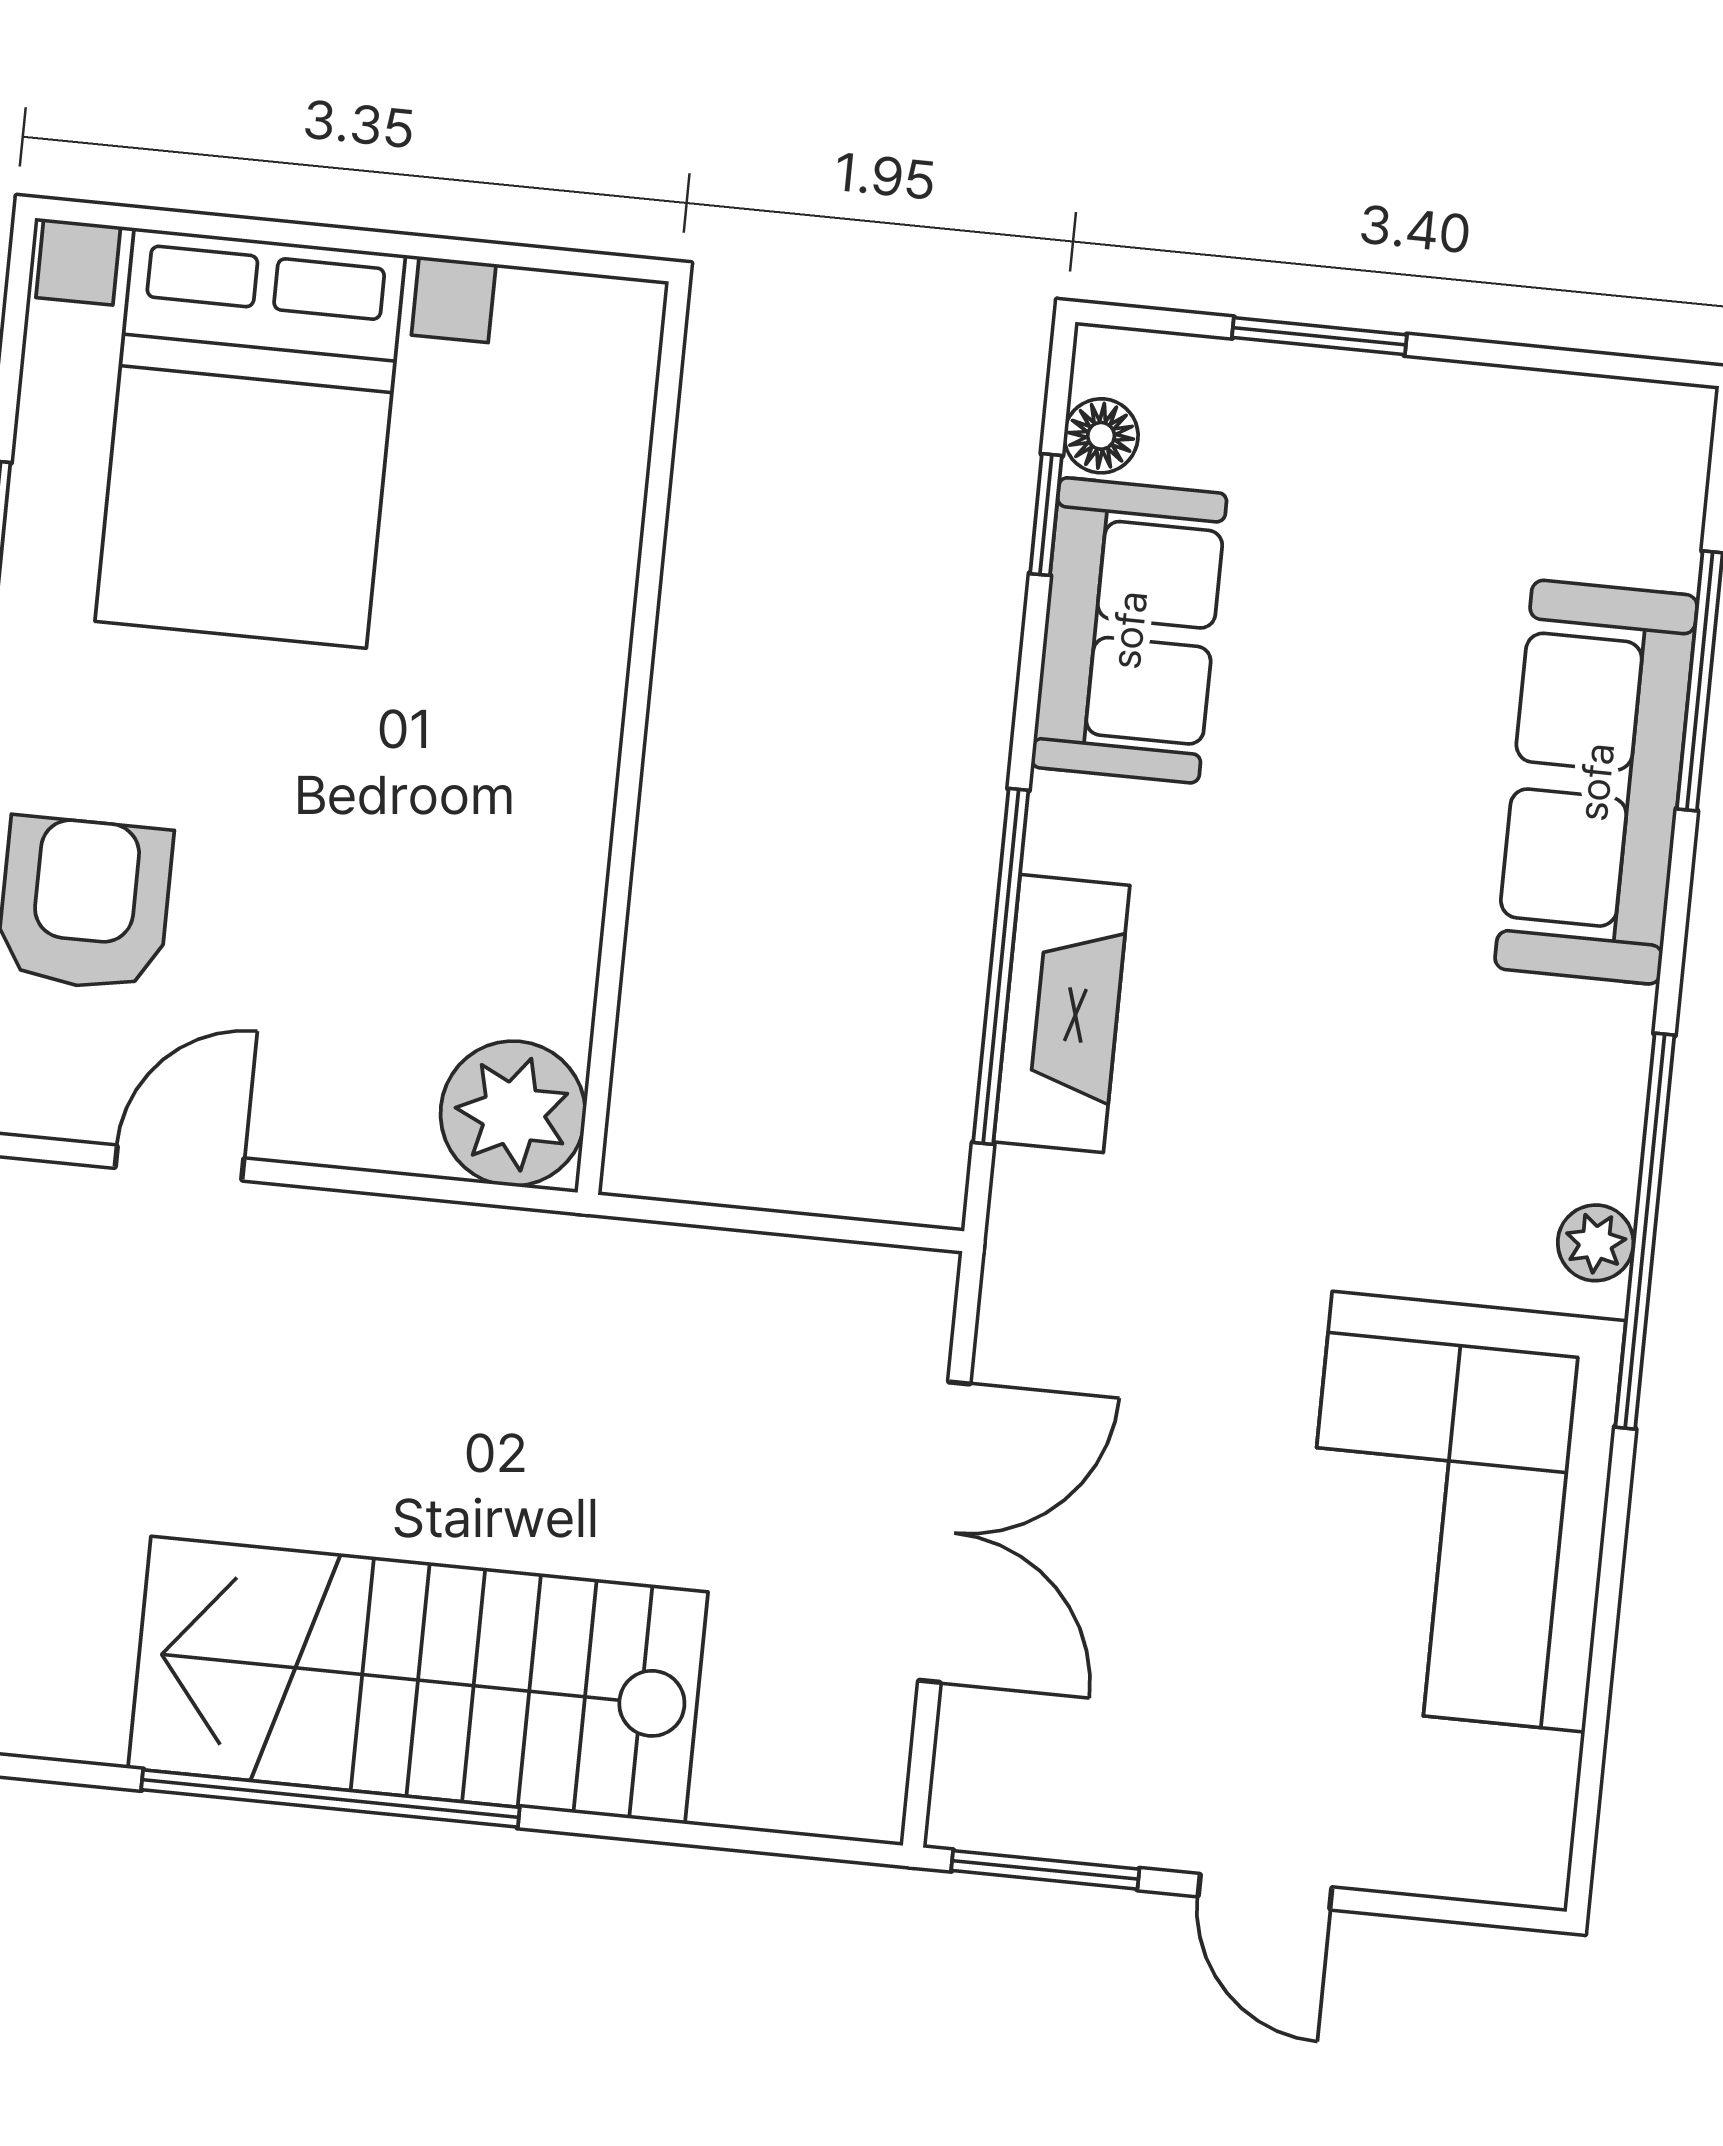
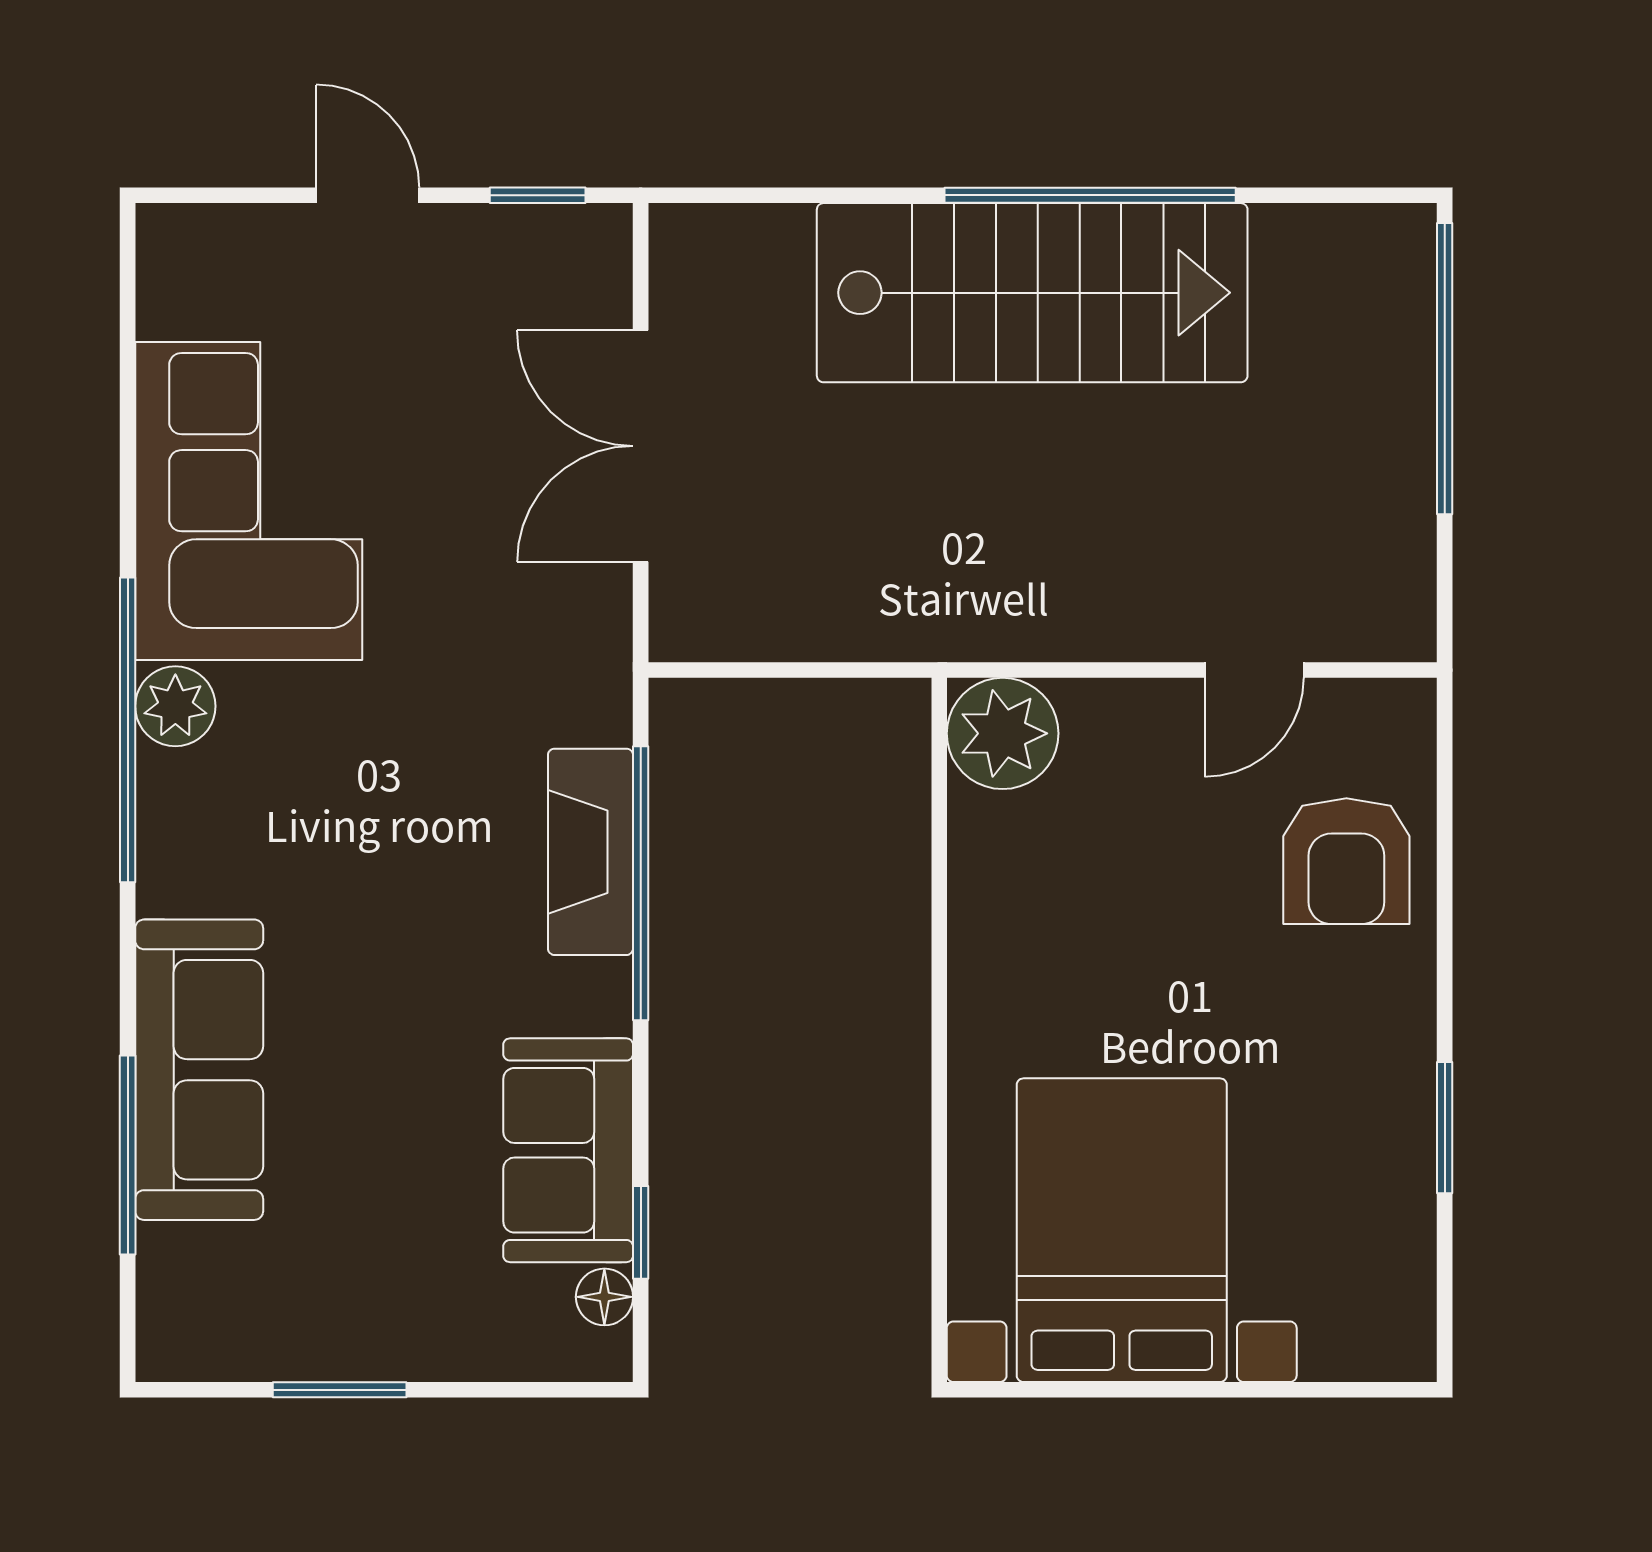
window: (1319, 336) -> (340, 1390), moved
bed with nightstands: (250, 438) -> (1122, 1230), moved
plant: (1596, 1243) -> (175, 706), width x1.38, depth x1.38
window: (1045, 1870) -> (538, 195), width x0.67

